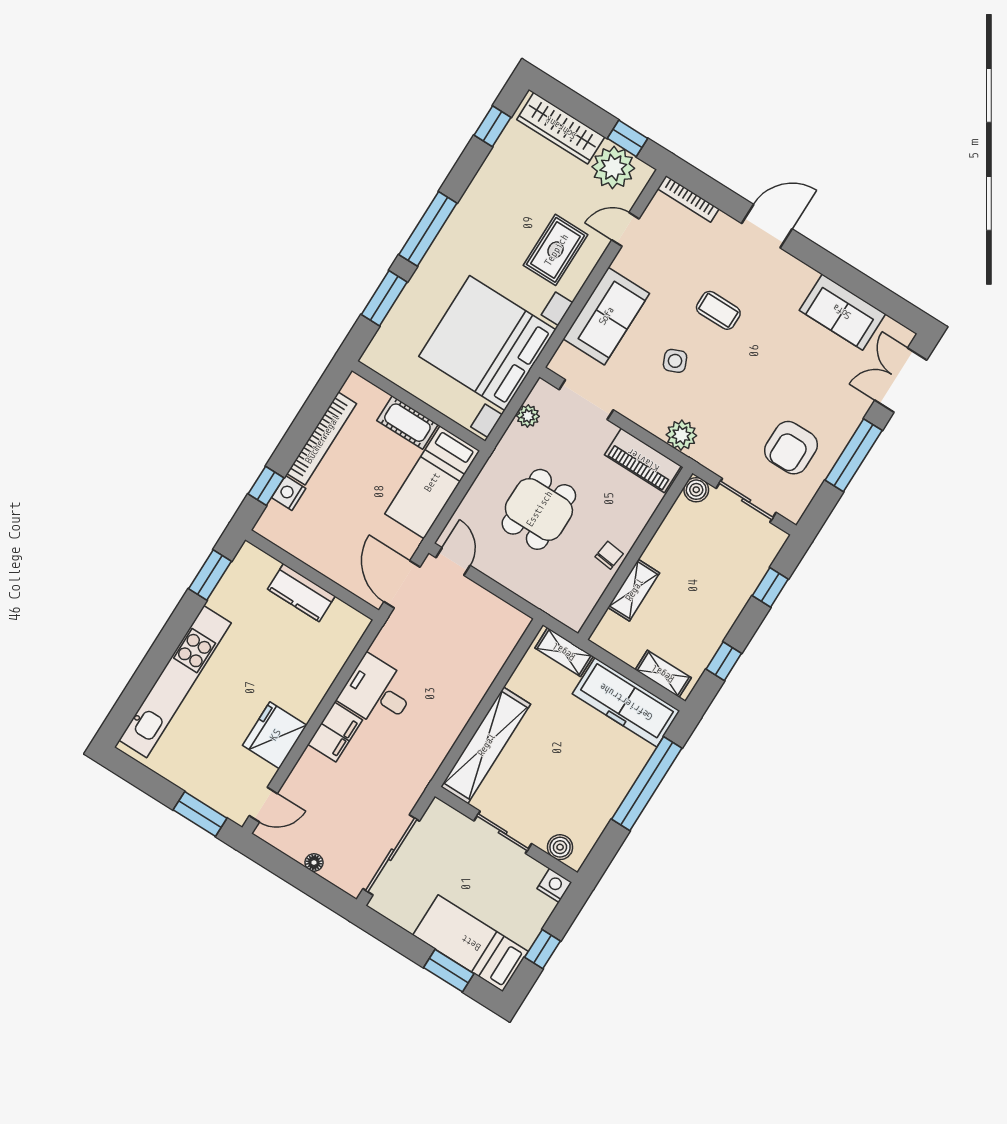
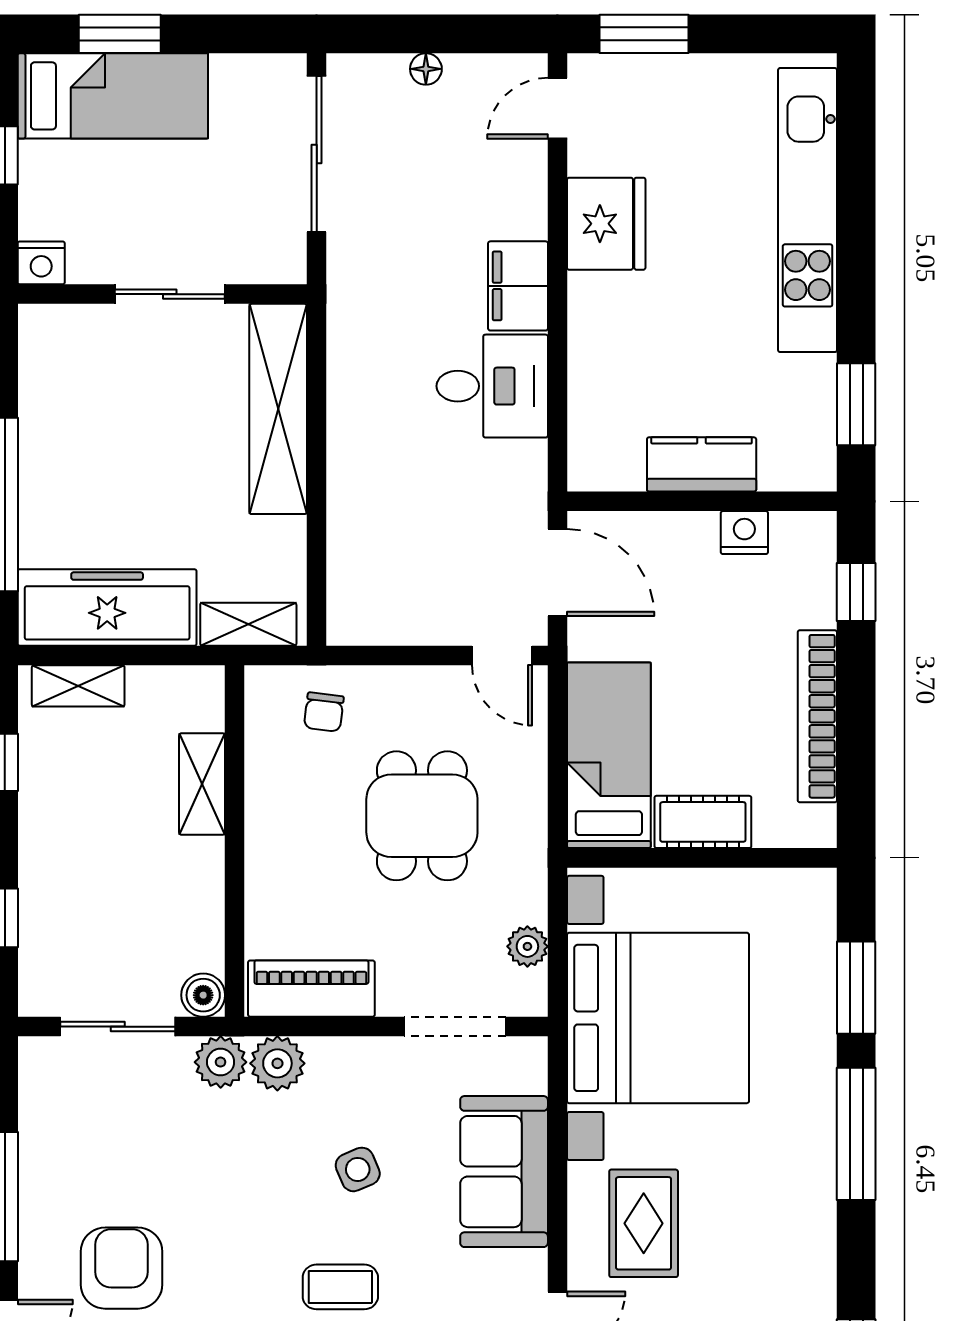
armchair: (791, 448) -> (122, 1268), moved
plant: (708, 453) -> (221, 1062), added
nightstand: (289, 493) -> (744, 533), moved, turned -90
chair: (609, 555) -> (324, 712), moved
boiler: (560, 847) -> (69, 326), removed

